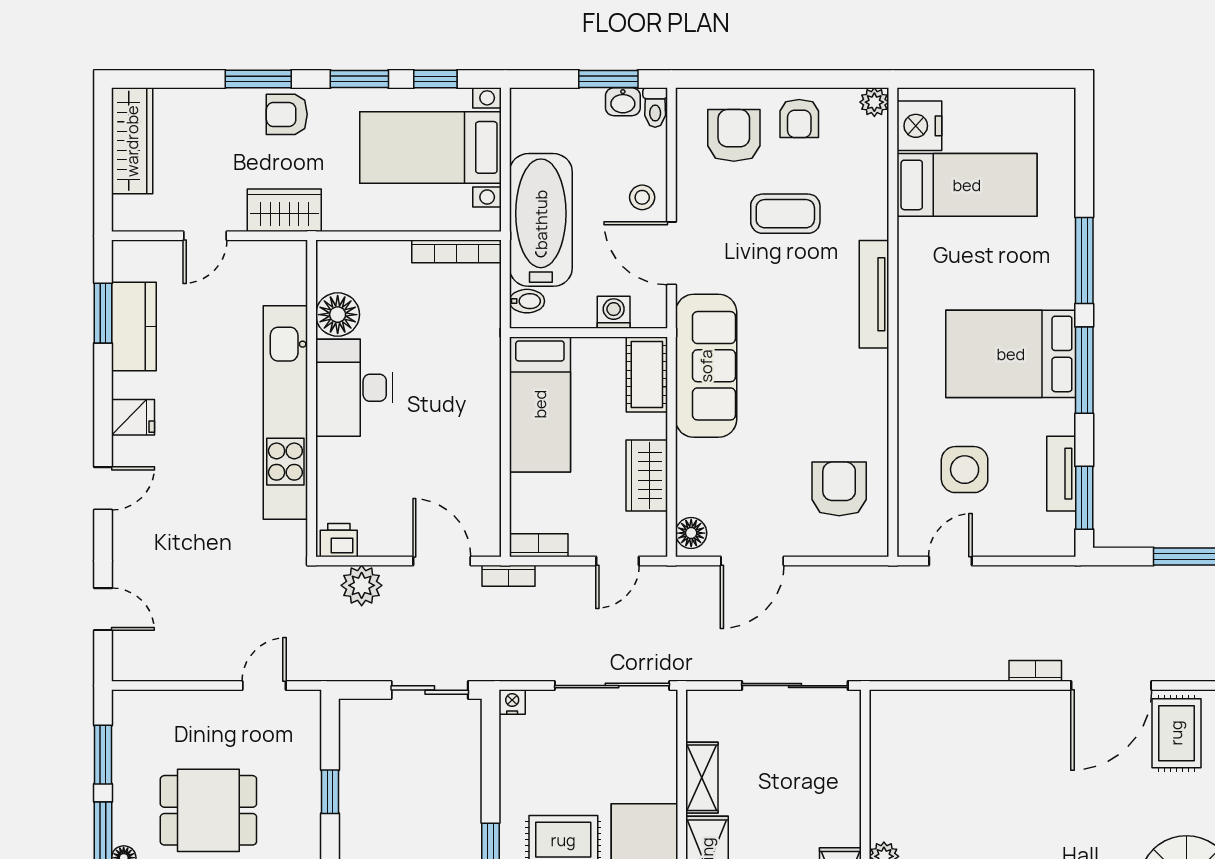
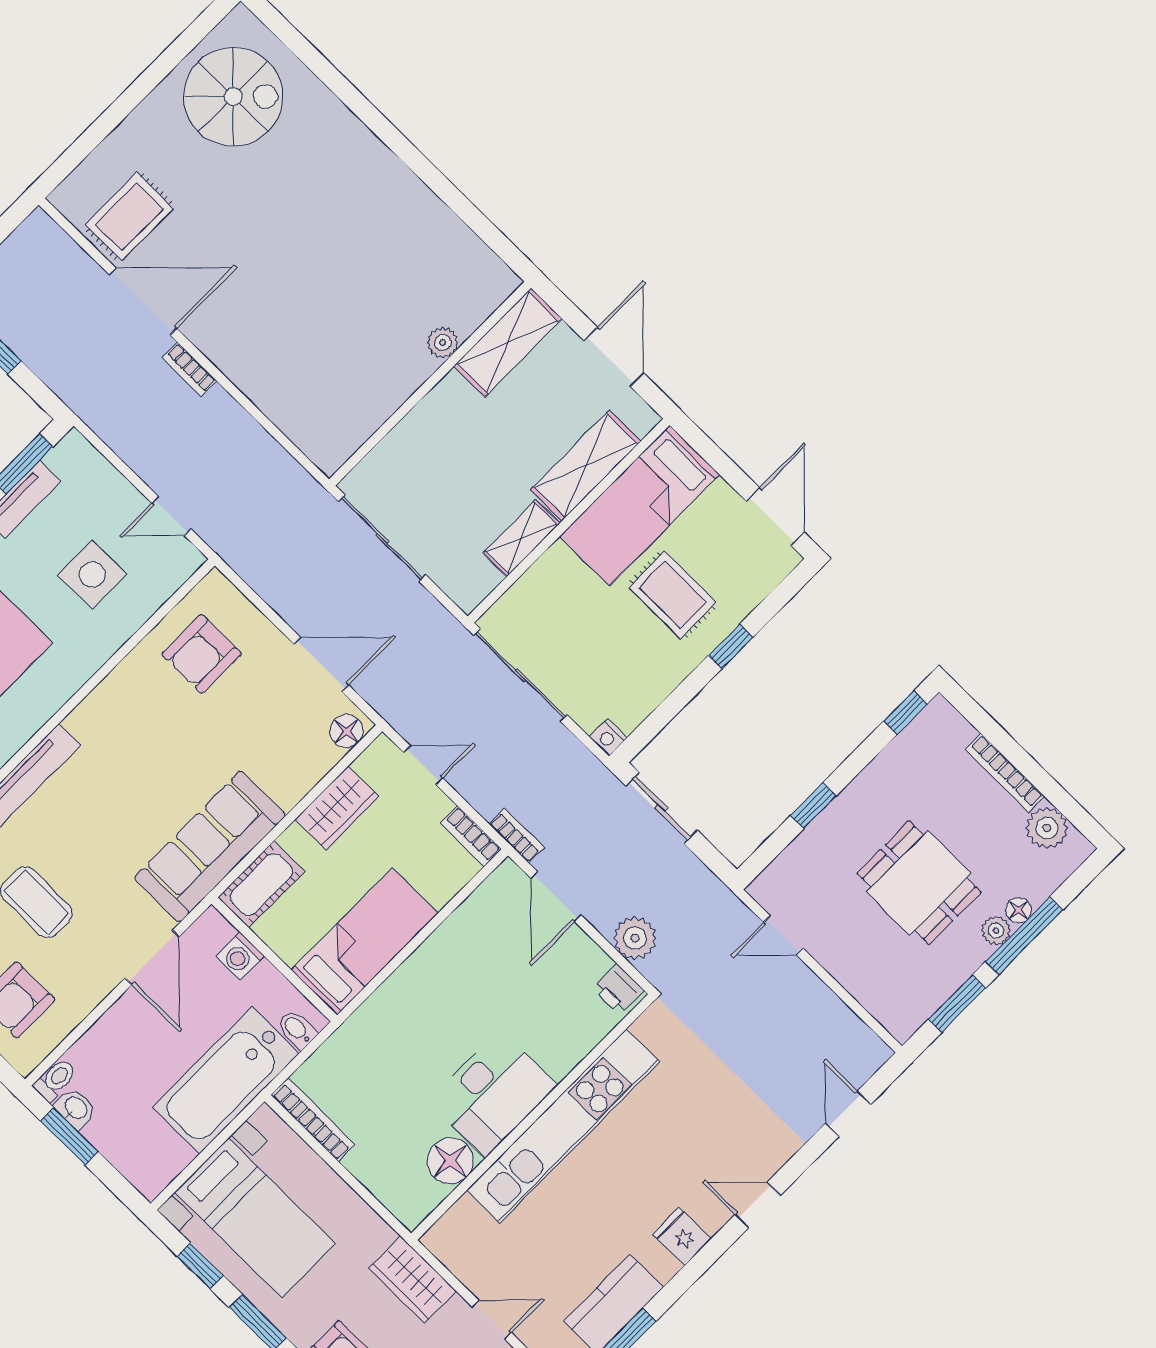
stool: (642, 197) -> (132, 1022), removed
plant: (125, 829) -> (996, 931), added

